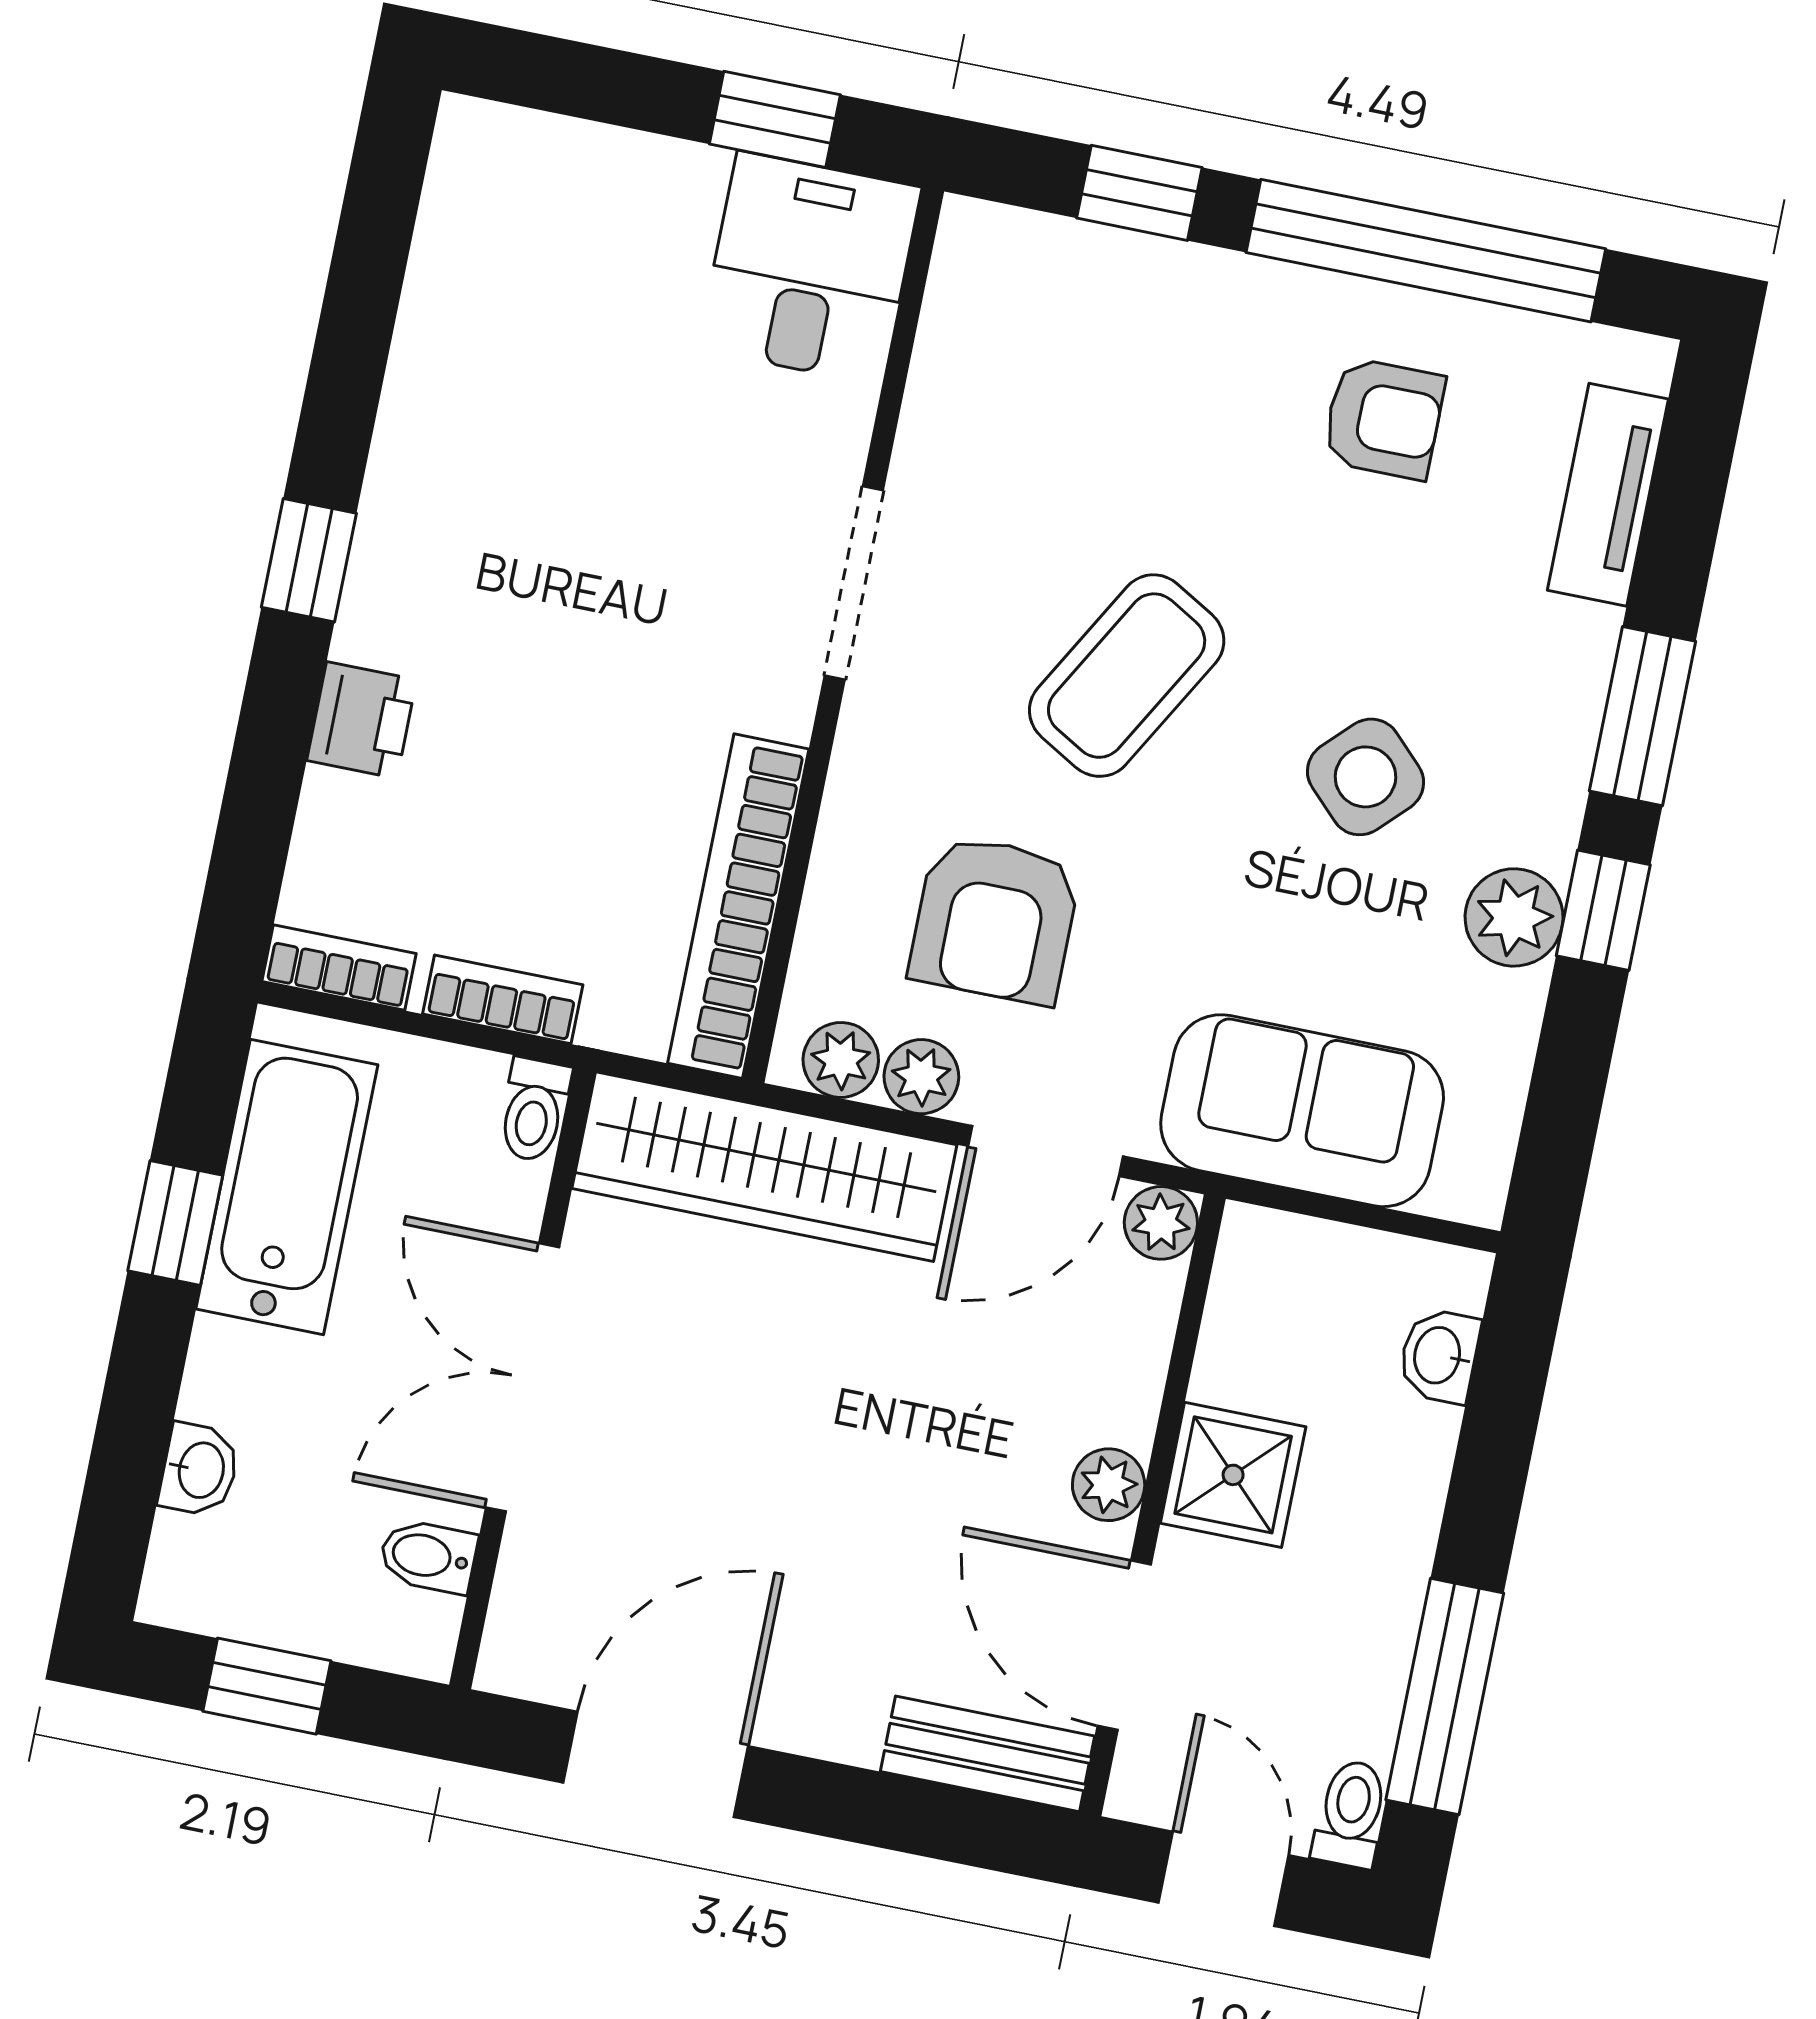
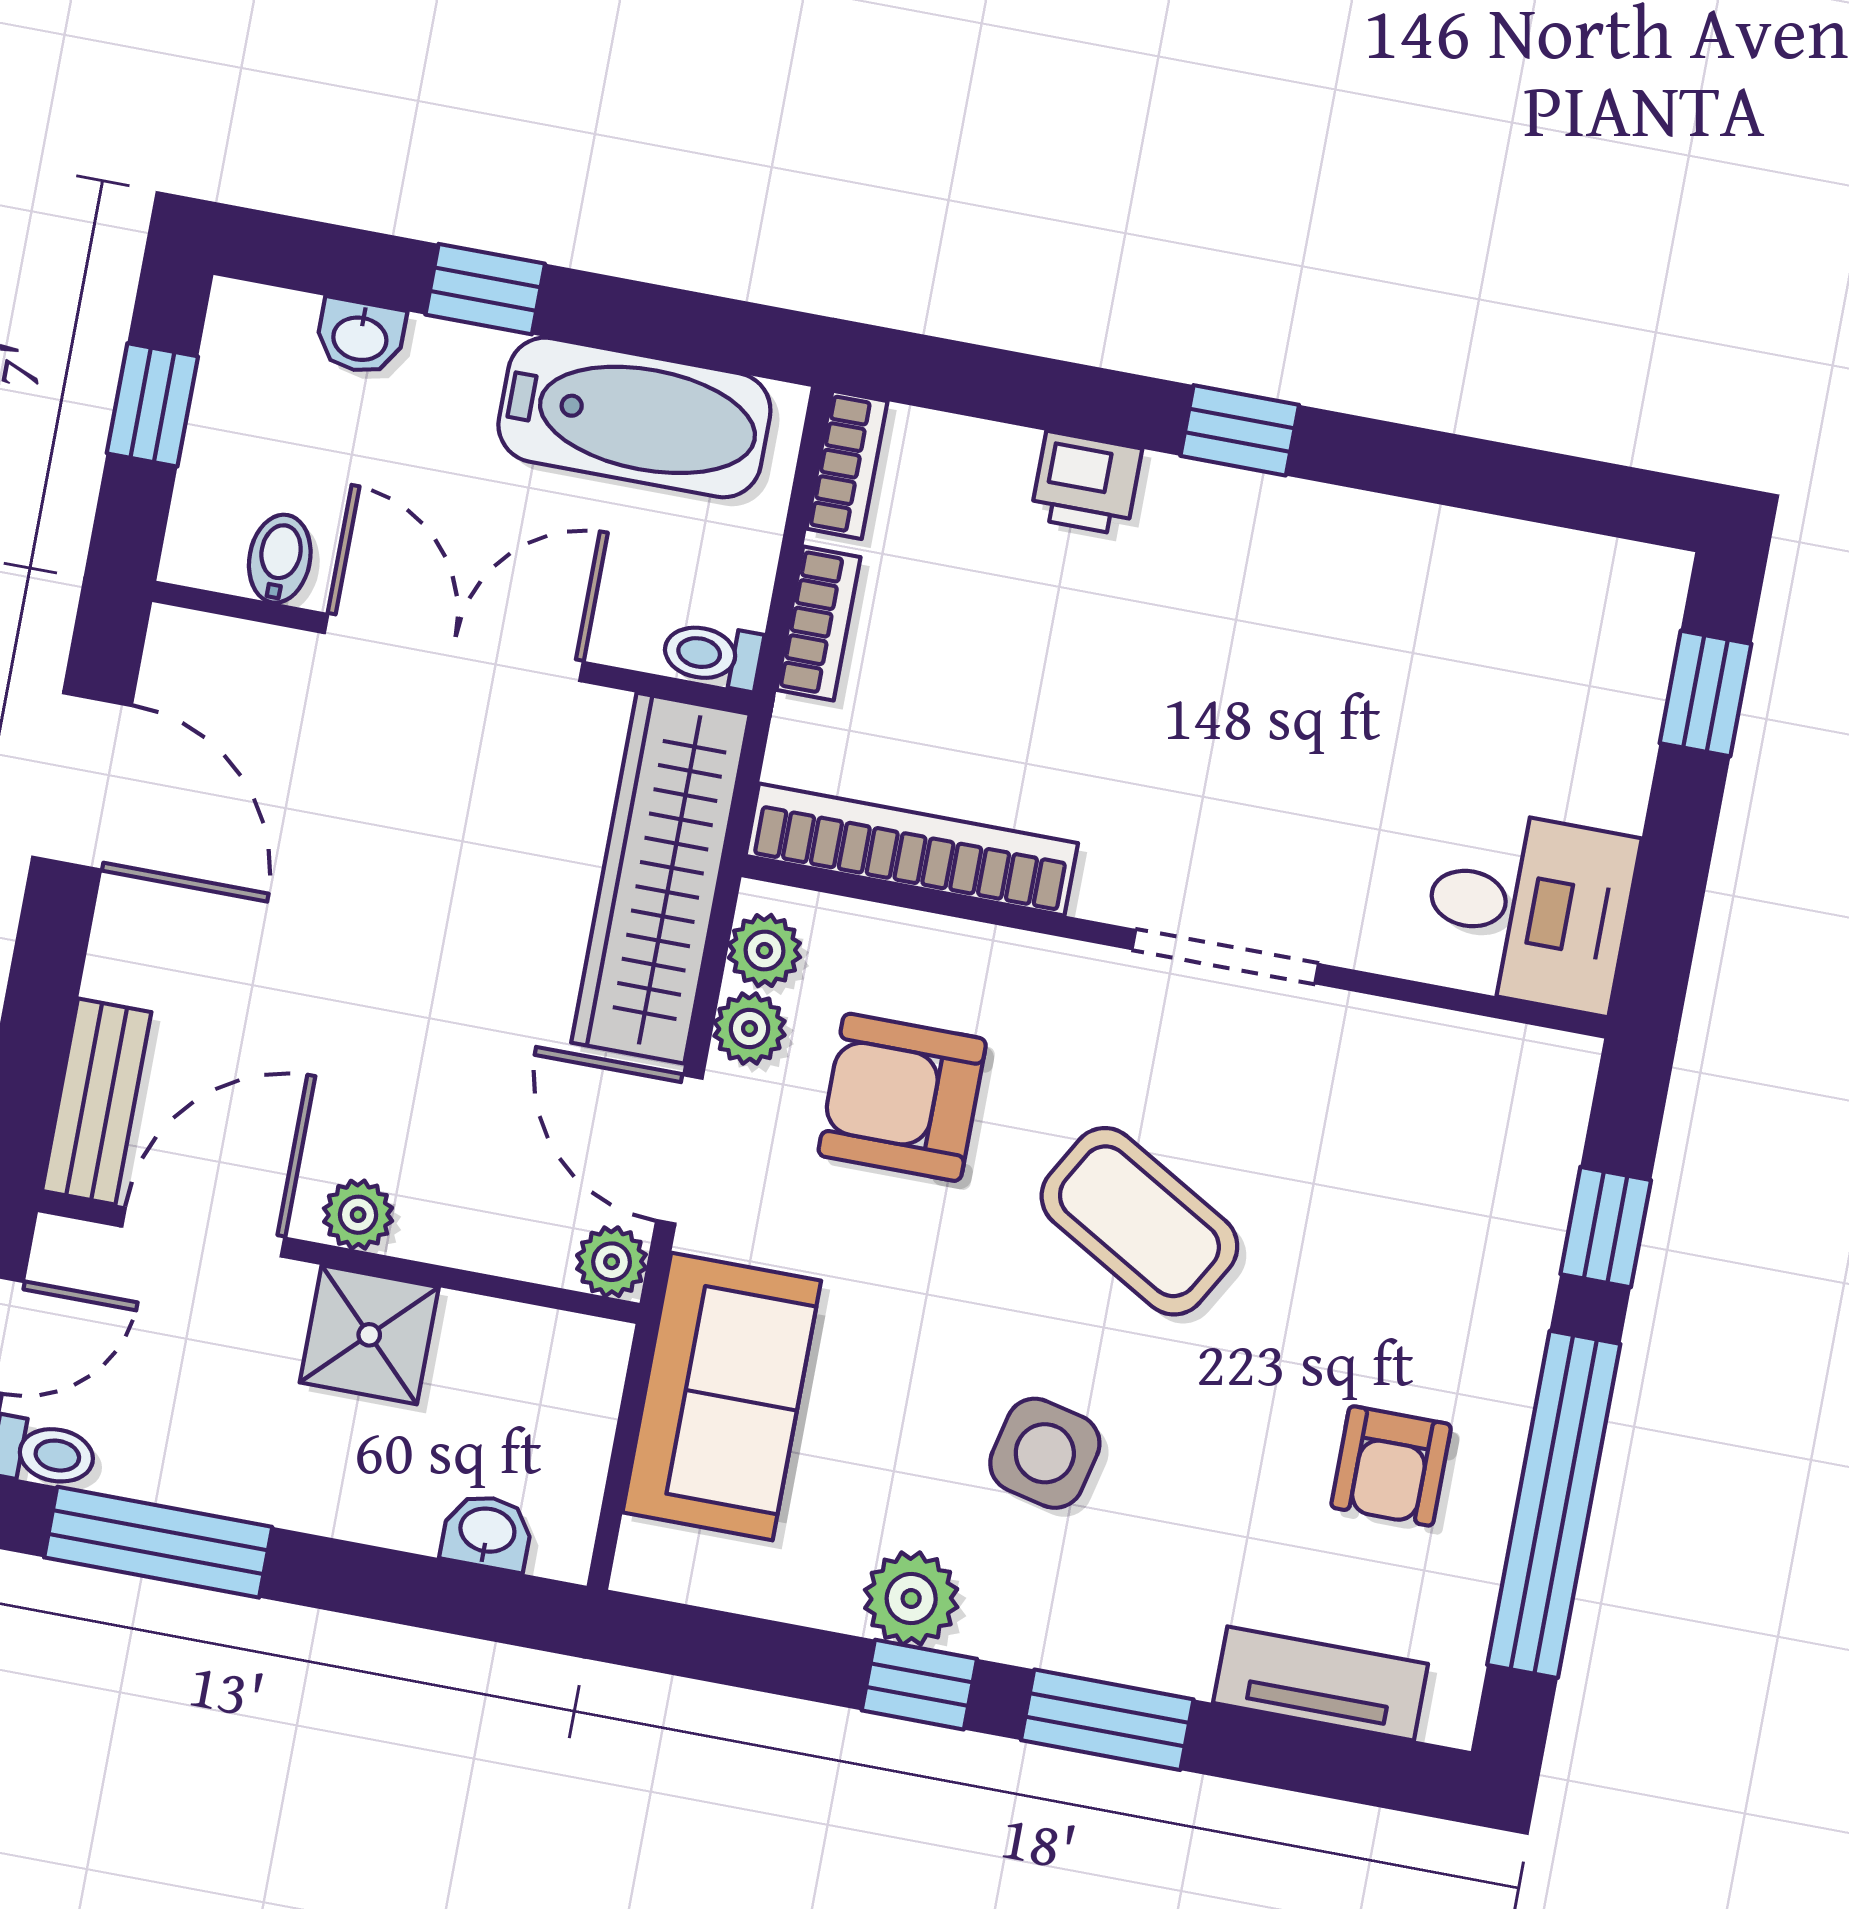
window: (775, 119) -> (1705, 694), moved
side table: (1365, 777) -> (1045, 1453), turned -32
window: (175, 1223) -> (485, 289), moved

